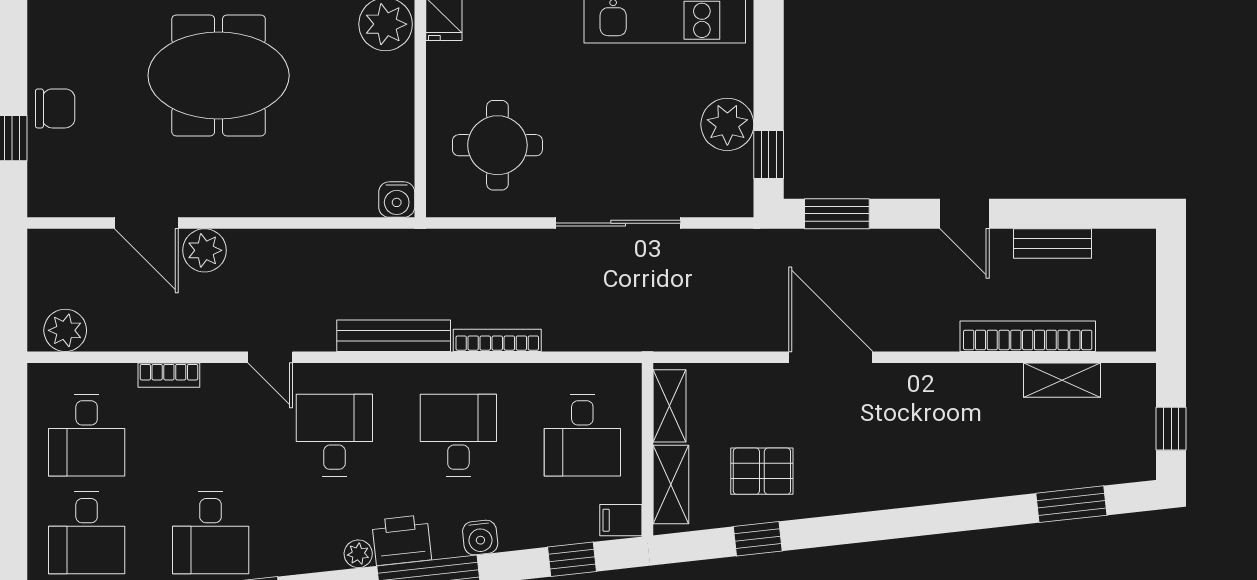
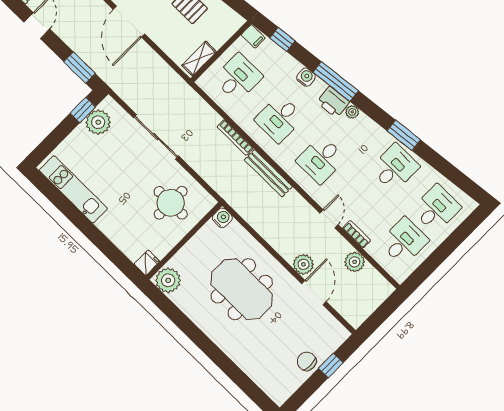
meeting table: (219, 75) -> (242, 289), moved
plant: (727, 124) -> (98, 122), moved
plant: (65, 330) -> (355, 262), moved
door: (270, 357) -> (329, 219), moved
shelving: (671, 485) -> (225, 32), removed

